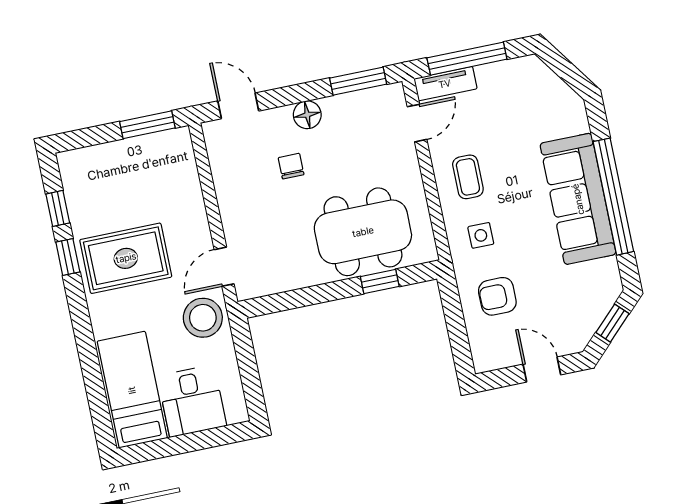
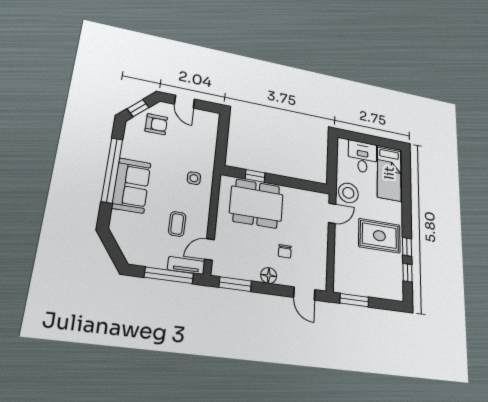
coffee table: (468, 177) -> (177, 224), moved
sofa: (578, 199) -> (131, 185), width x0.73
armchair: (497, 296) -> (156, 124), moved

